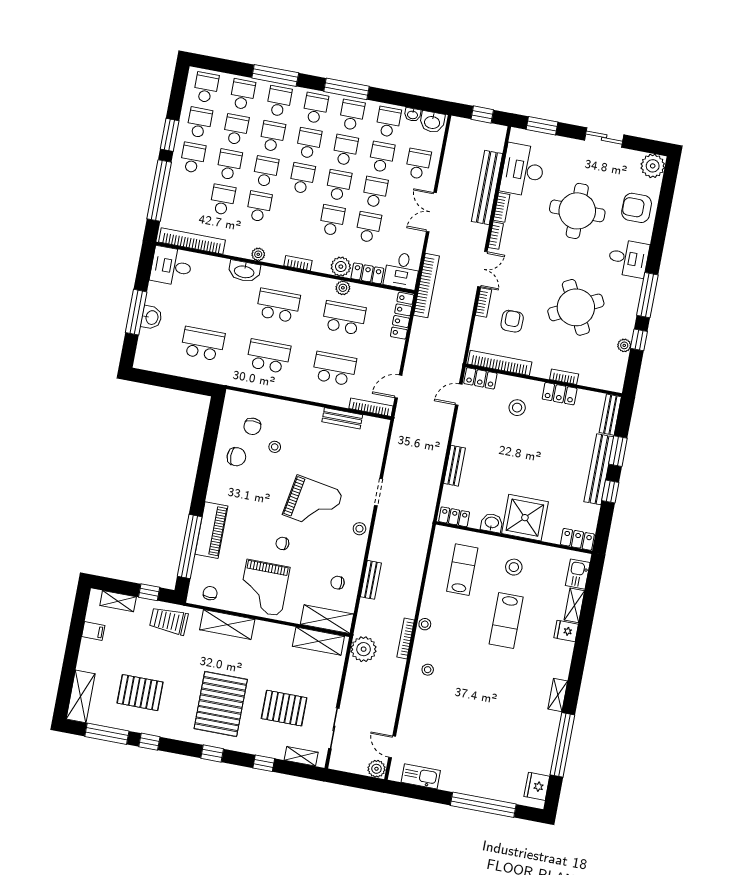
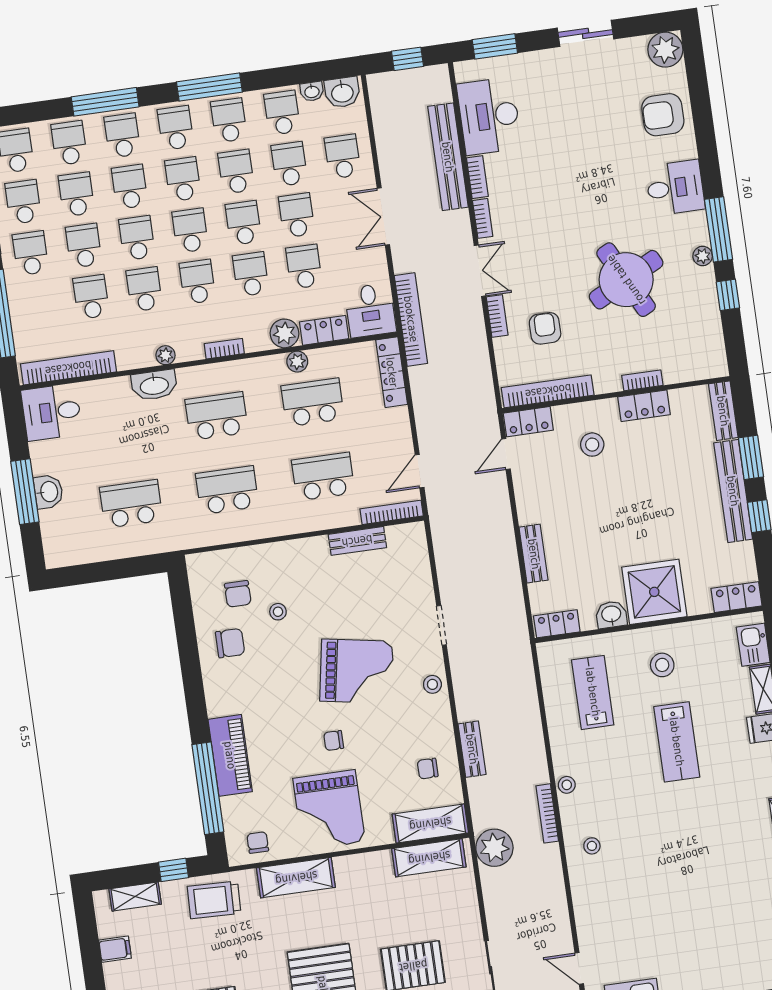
round table: (577, 211) -> (583, 147), removed
school desk: (295, 213) -> (198, 282), added
plant: (624, 345) -> (703, 256), moved

